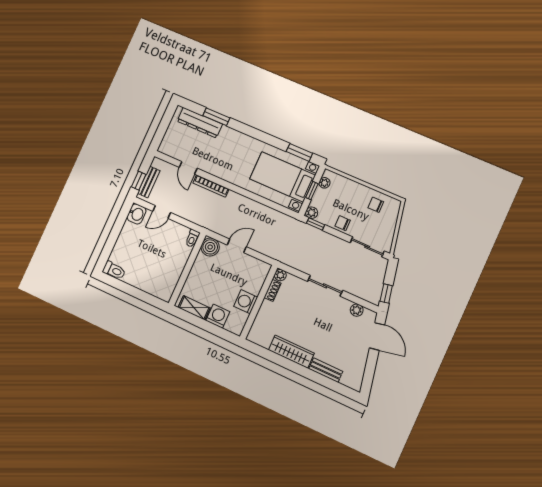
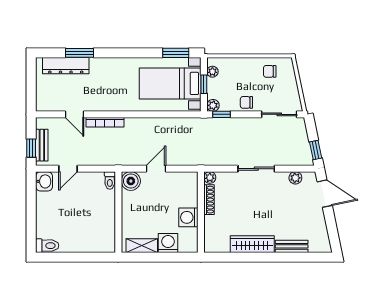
shoe rack: (273, 290) -> (209, 200), width x1.43

